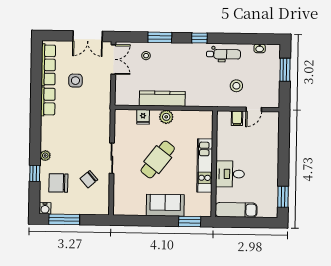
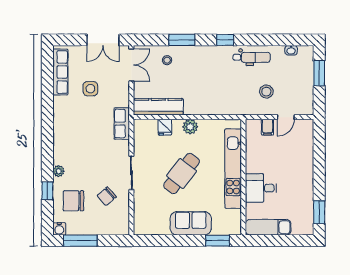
kitchen counter: (162, 99) -> (158, 107), moved
row of seats: (48, 102) -> (122, 124), moved, turned 180
kitchen unit: (205, 166) -> (233, 169), width x1.36

